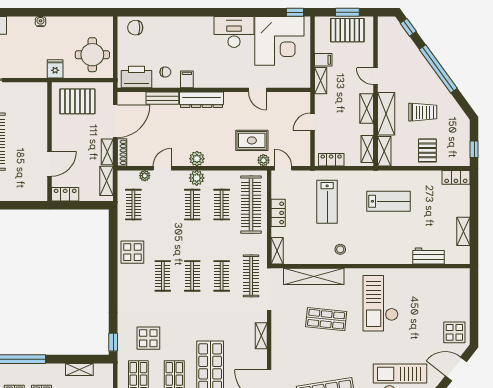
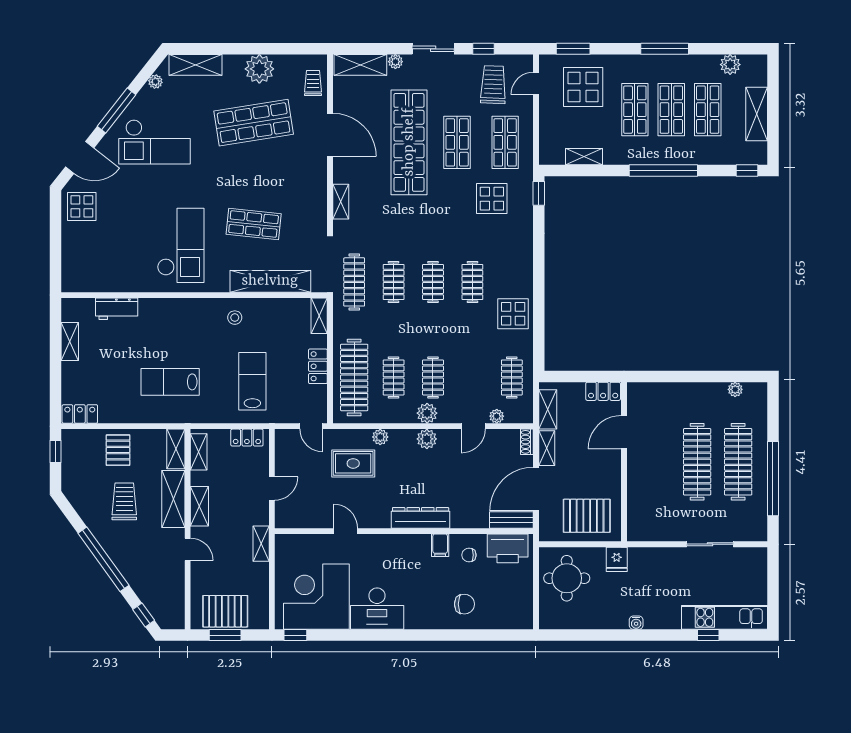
chair: (135, 28) -> (464, 604), moved
filing cabinet: (323, 60) -> (258, 571), removed
bench: (162, 98) -> (511, 520), moved
trolley: (423, 112) -> (124, 501), turned 90
shoe rack: (122, 152) -> (527, 442), width x0.70
plant: (263, 160) -> (380, 437), moved

